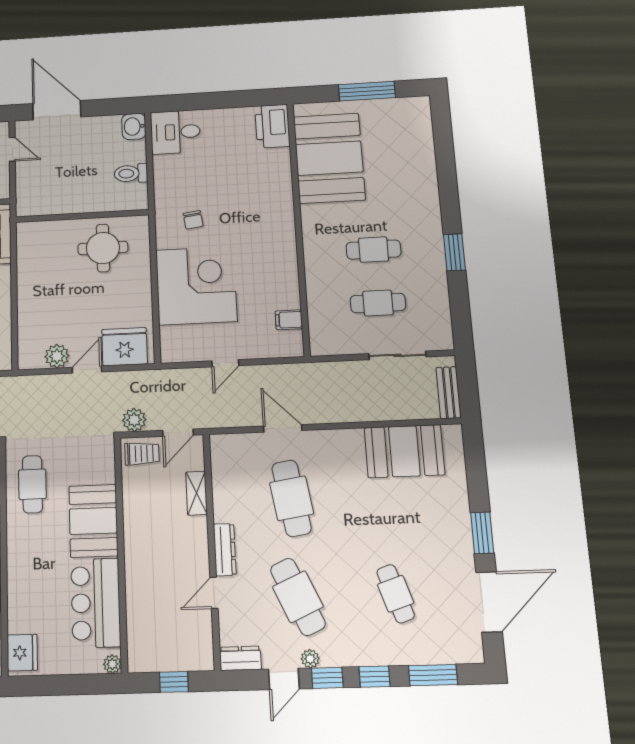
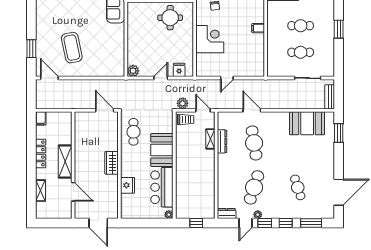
corner desk: (196, 286) -> (210, 39), width x0.74, depth x0.74
filing cabinet: (289, 320) -> (258, 28), moved
fridge: (125, 347) -> (179, 70), width x0.53, depth x0.75
plant: (57, 356) -> (133, 71), moved
door: (178, 433) -> (203, 110), swing flipped
window: (482, 533) -> (339, 133), moved
dresser: (225, 550) -> (222, 141), moved
door: (214, 593) -> (216, 184), removed
cafe table: (298, 597) -> (254, 187), turned 42
fridge: (22, 653) -> (128, 185), moved

